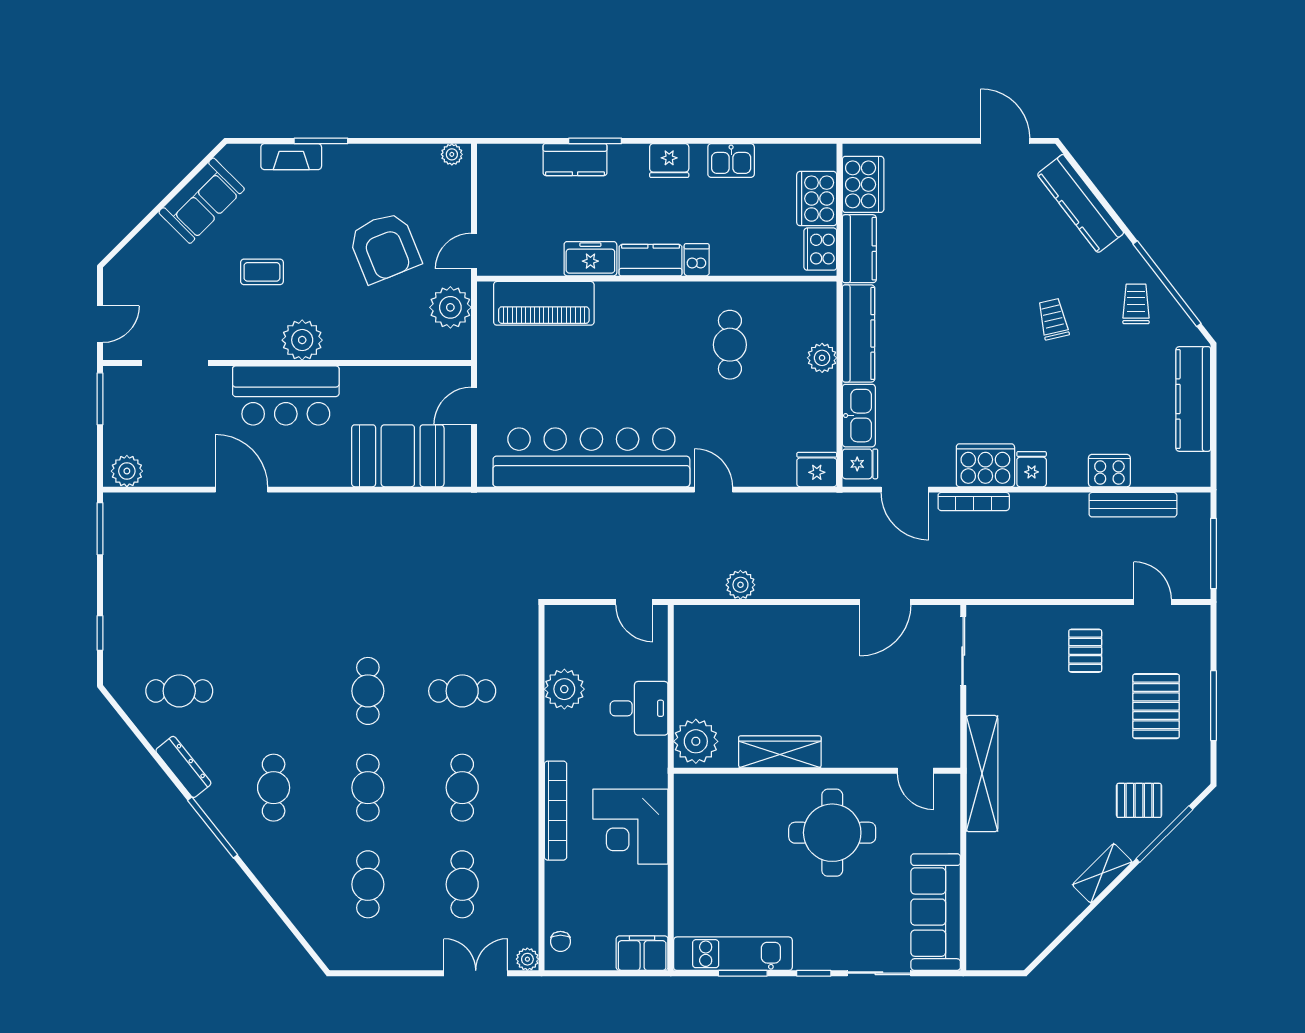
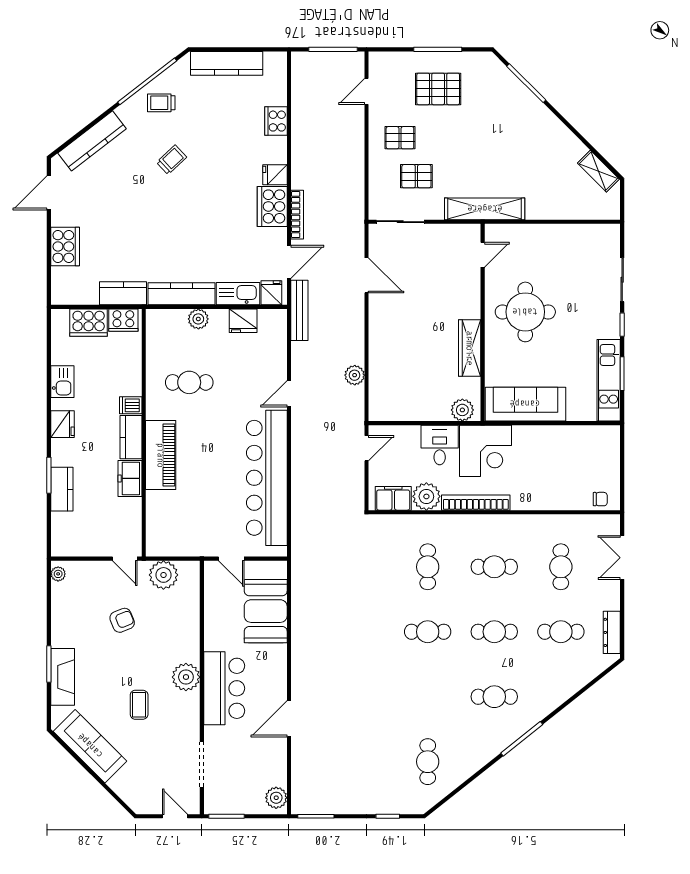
fireplace: (291, 157) -> (63, 677), width x1.37, depth x1.32
cooker: (863, 184) -> (65, 246), moved, turned 90
sofa: (202, 201) -> (90, 746), width x1.36
armchair: (384, 247) -> (122, 620), width x0.53, depth x0.53
piano: (544, 303) -> (161, 455), moved
trolley: (1053, 319) -> (172, 160), turned 150
fridge: (817, 470) -> (243, 321), moved, turned -90
bench: (1133, 505) -> (299, 310), moved
plant: (696, 741) -> (462, 410), width x0.73, depth x0.73
dresser: (183, 767) -> (612, 632), moved, turned -52
pallet: (1139, 800) -> (416, 176), moved, turned 90
bookcase: (555, 811) -> (476, 503), moved
corner desk: (630, 827) -> (485, 451), moved
shelving: (1102, 873) -> (598, 171), moved
cafe table: (462, 884) -> (561, 567), turned 90
sofa: (936, 912) -> (525, 404), moved, turned 180
filing cabinet: (642, 953) -> (393, 498), moved, turned 90
plant: (527, 959) -> (612, 522), removed

